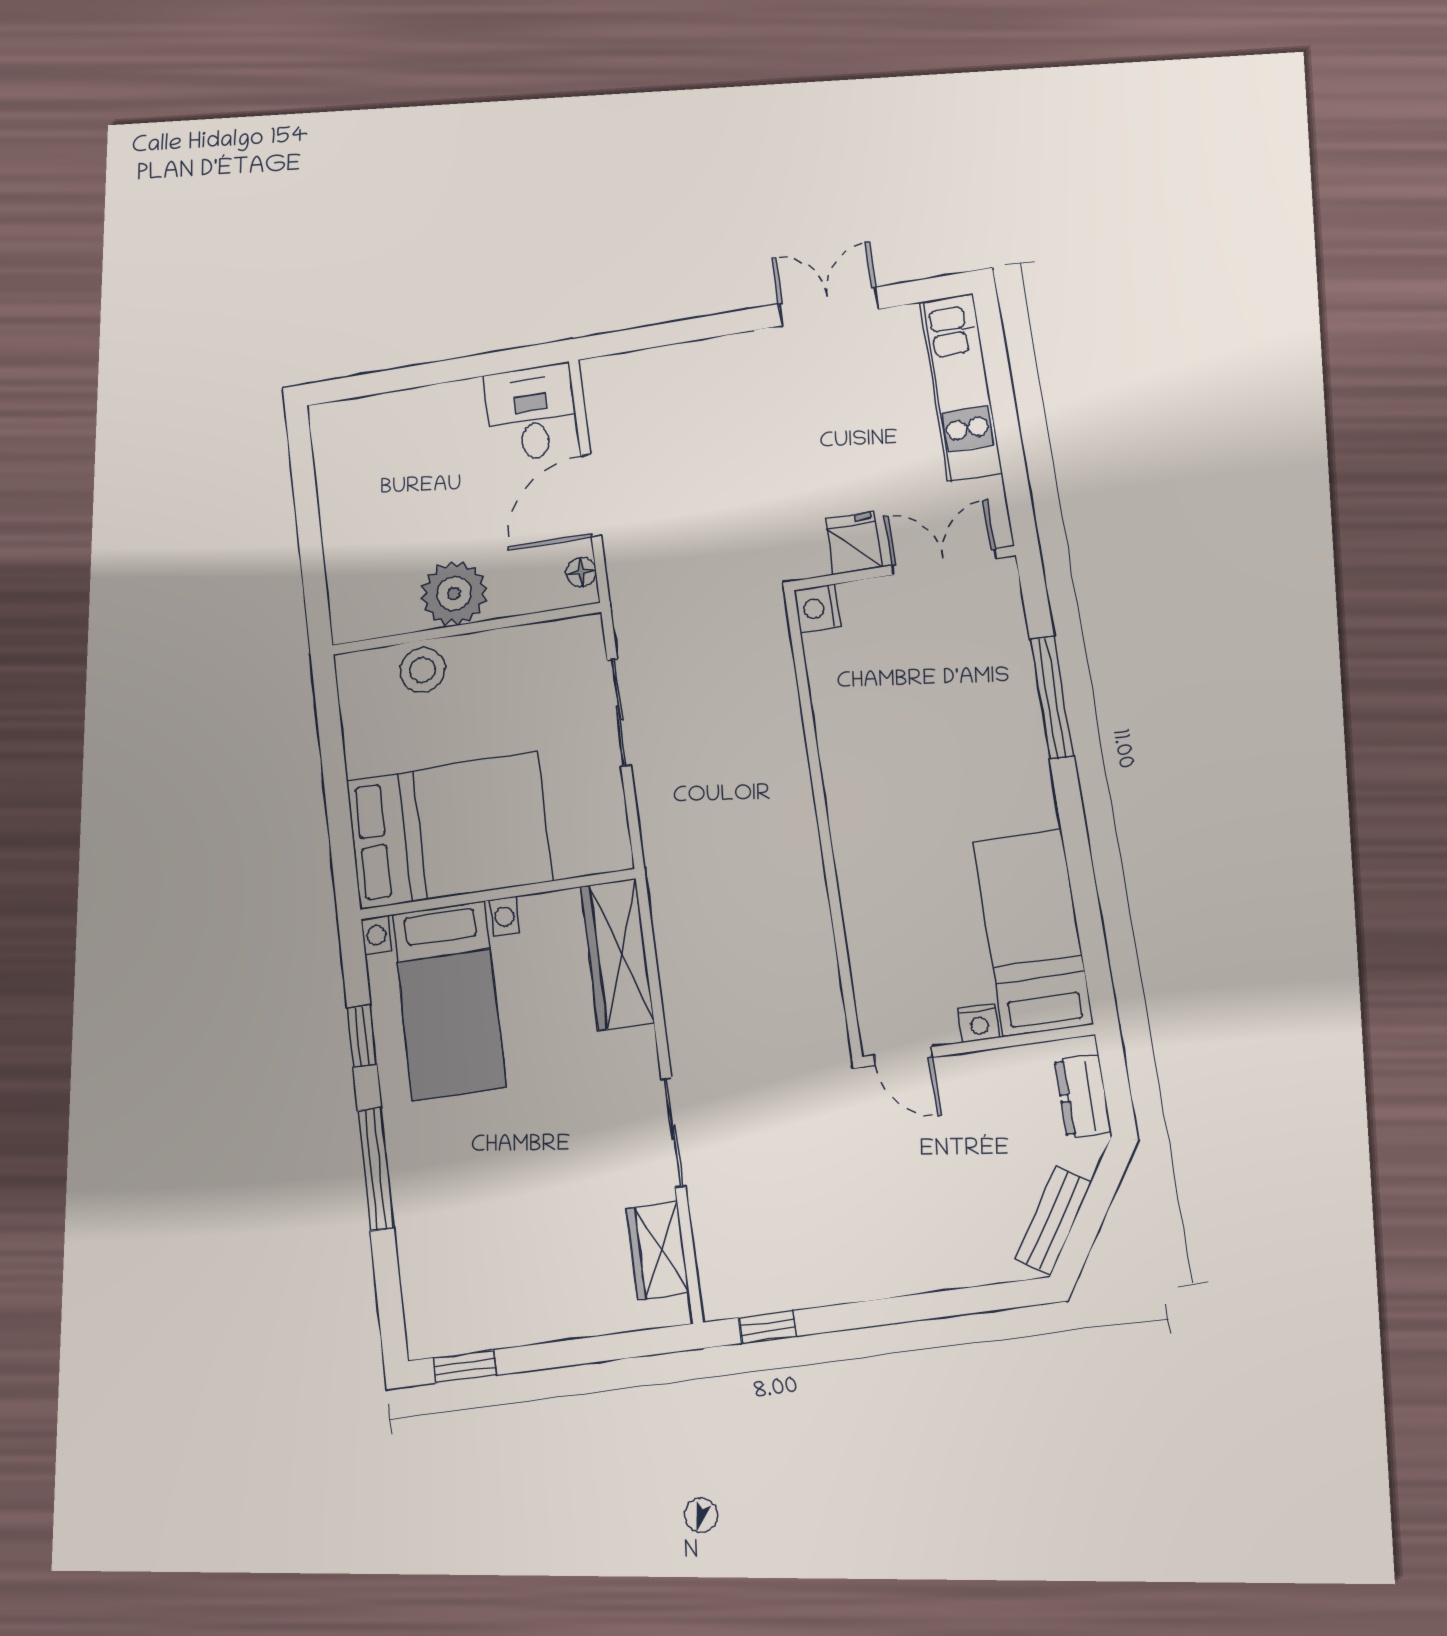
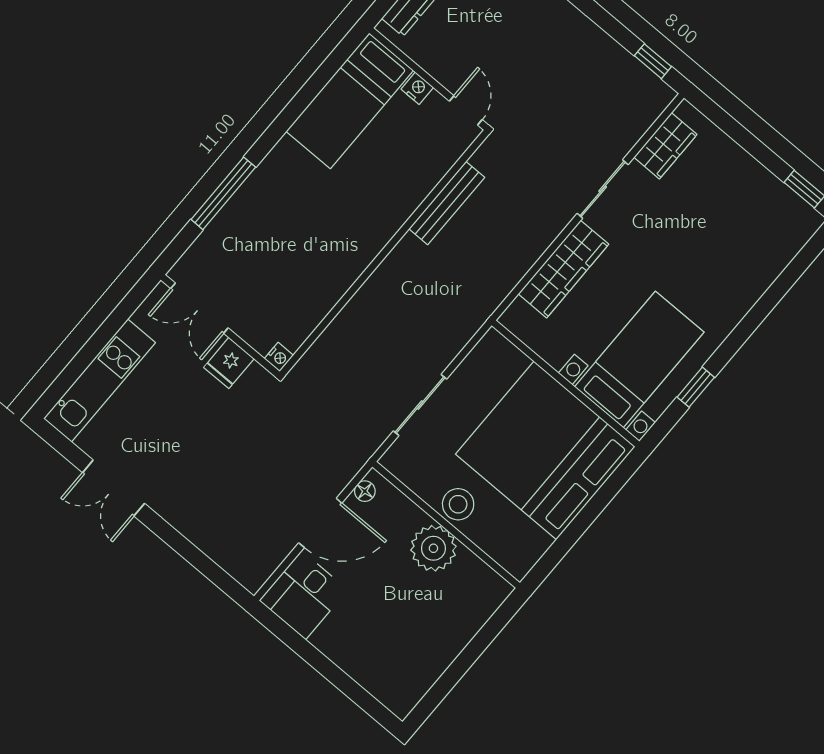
nightstand: (817, 608) -> (279, 357), width x0.72, depth x0.74
stool: (422, 670) -> (458, 504), moved
bed: (449, 830) -> (545, 450), width x1.36
bench: (816, 940) -> (447, 203), added
wardrobe: (617, 954) -> (563, 269), moved
window: (376, 1169) -> (753, 320), removed

